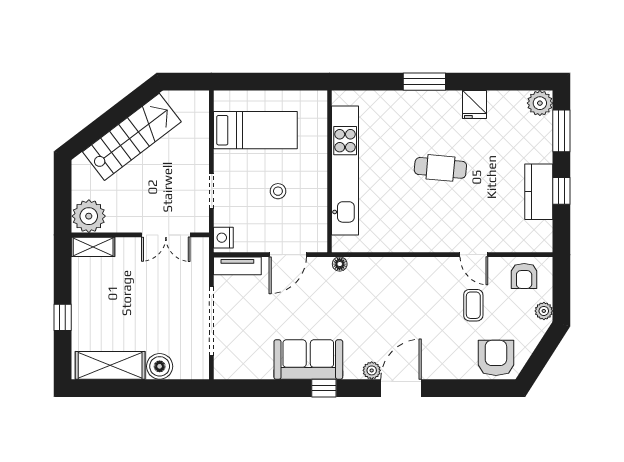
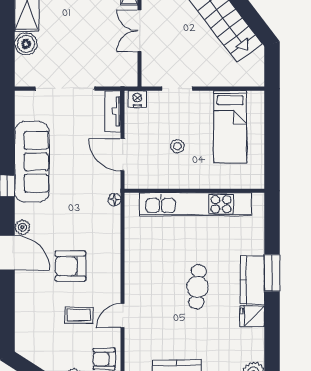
kitchen counter: (433, 104) -> (252, 280), added
double door: (166, 235) -> (140, 31), moved
armchair: (496, 358) -> (70, 266), moved, turned 180
sofa: (308, 359) -> (32, 162), width x1.36

